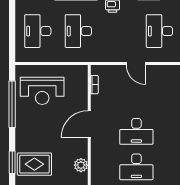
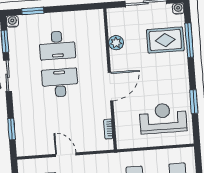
window: (12, 104) -> (194, 102), width x0.47
window: (12, 162) -> (189, 40), width x1.44
desk: (136, 167) -> (57, 45), turned 180

